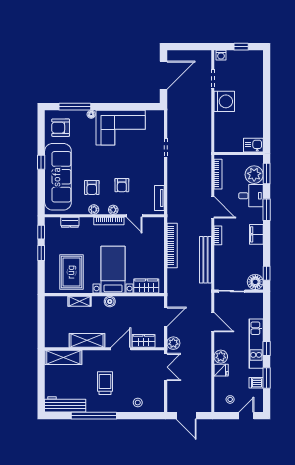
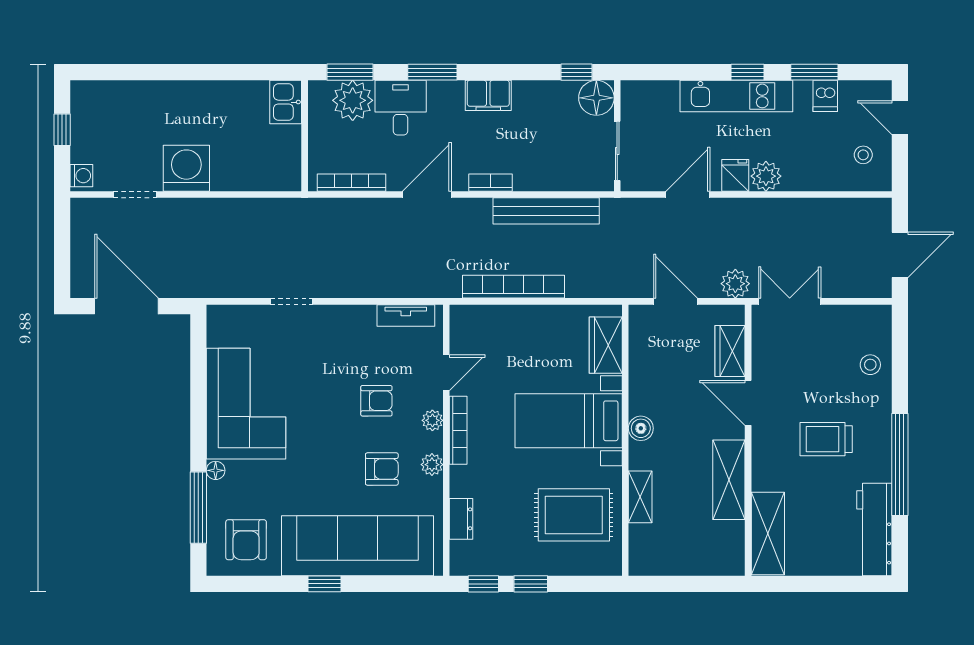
fridge: (221, 370) -> (735, 175), moved

